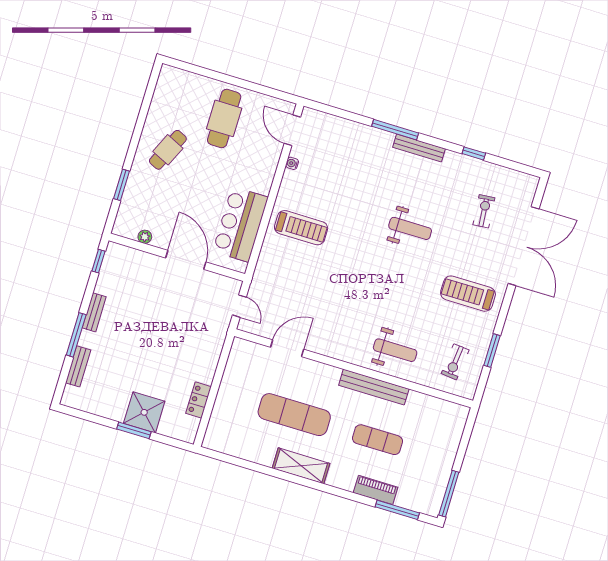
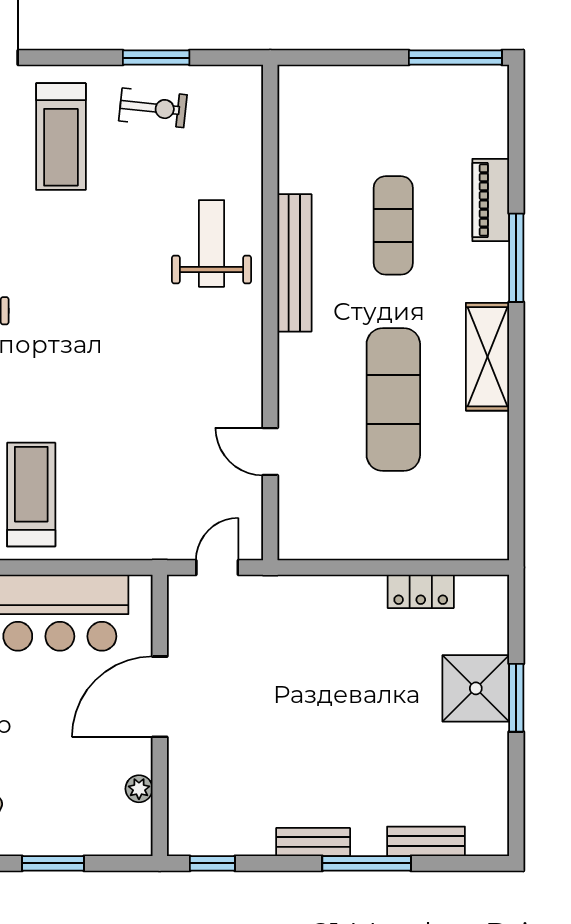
door: (287, 348) -> (270, 452), width x0.73
exercise bike: (455, 362) -> (153, 108), moved
window: (397, 510) -> (516, 258), moved

